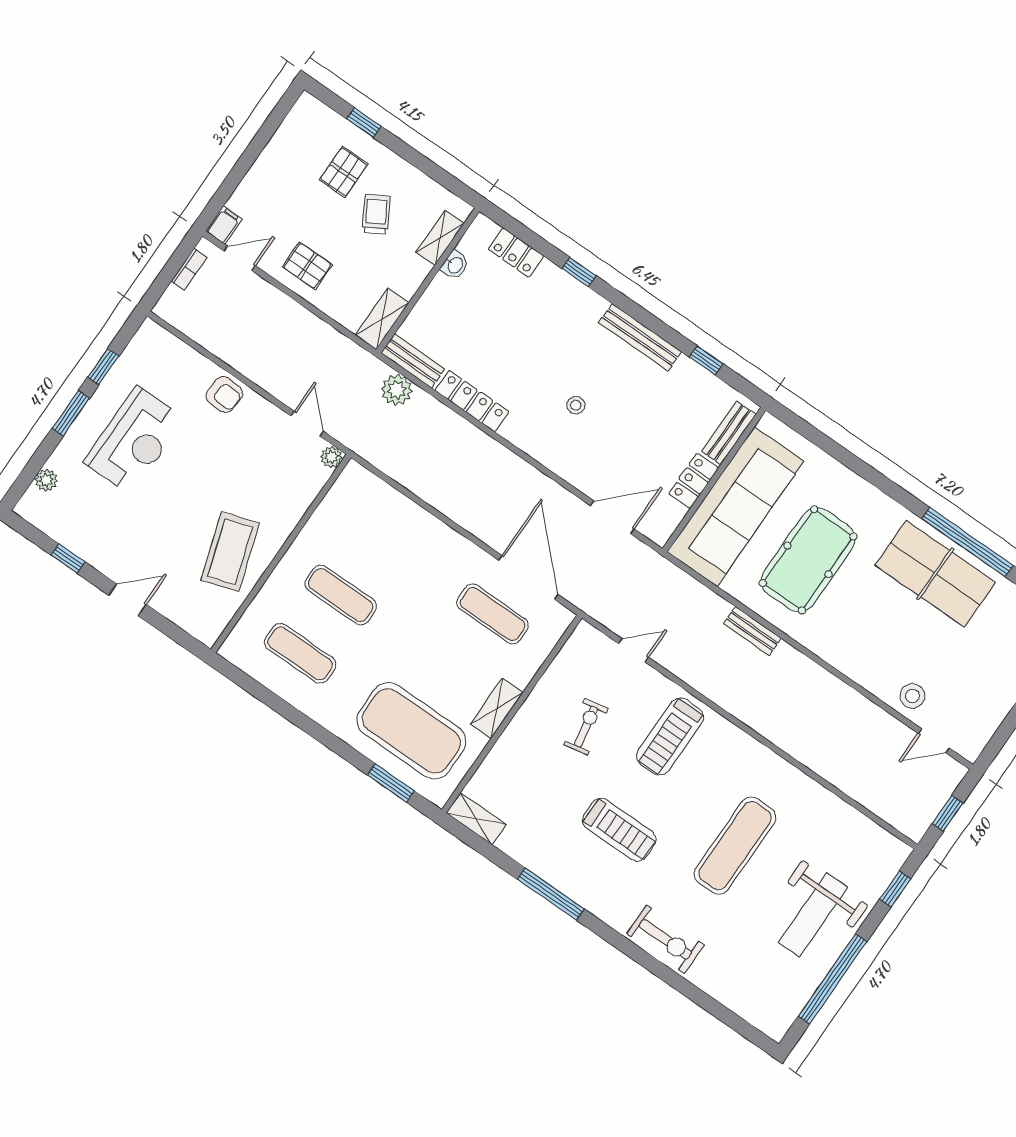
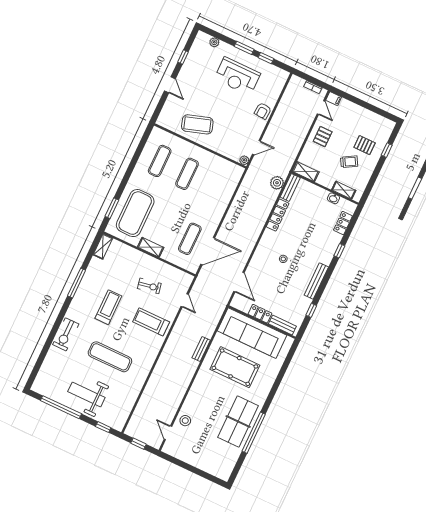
treadmill: (619, 830) -> (108, 307), turned 180

